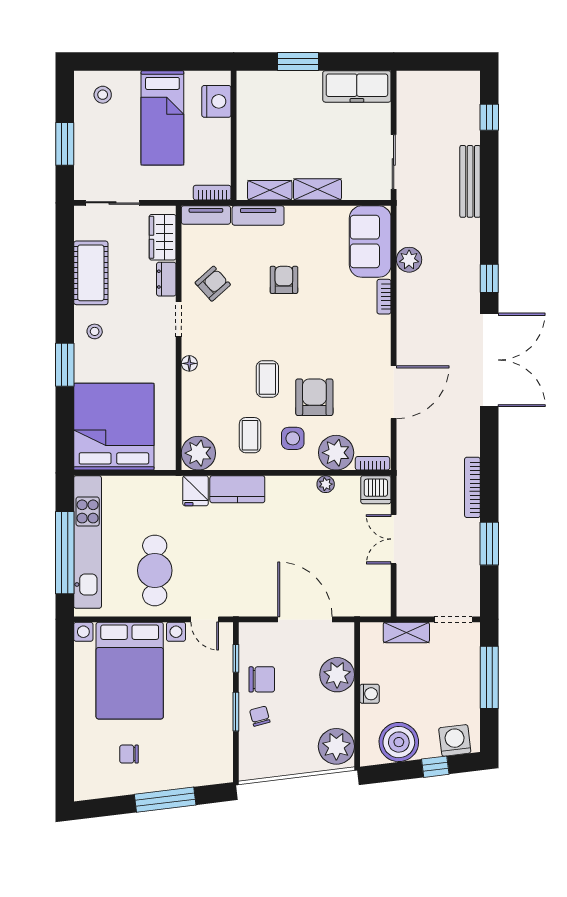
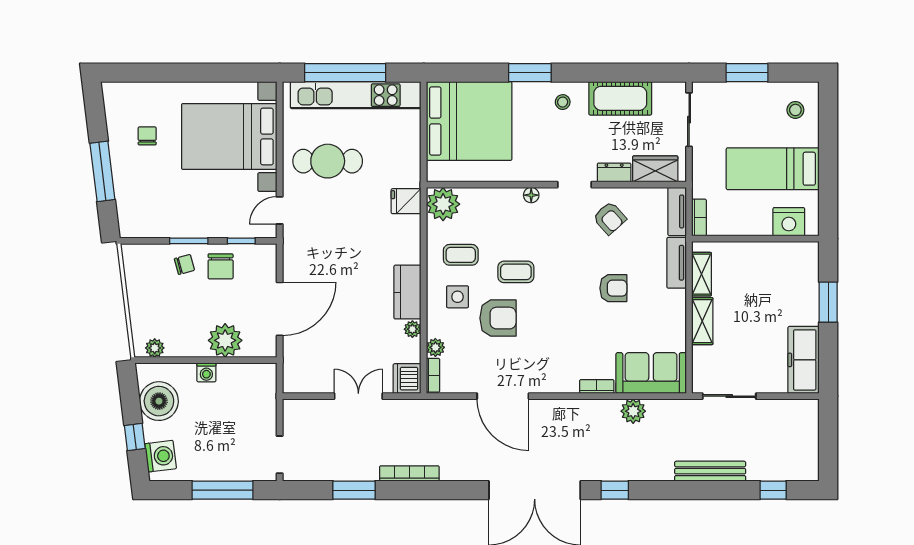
plant: (336, 453) -> (435, 347), width x0.53, depth x0.53
kitchen counter: (237, 489) -> (407, 292), moved
shelving: (406, 632) -> (267, 408), removed
plant: (336, 746) -> (155, 348), width x0.53, depth x0.53

